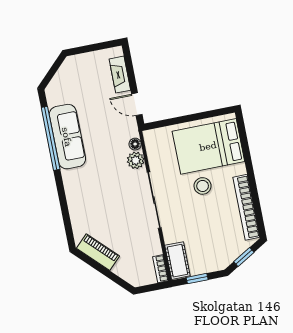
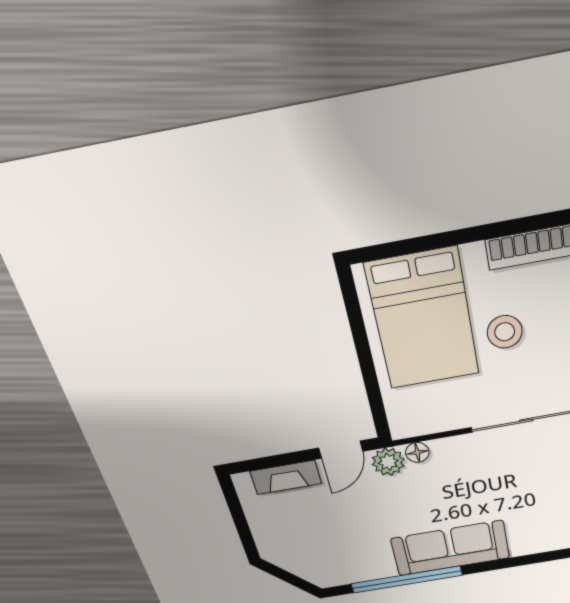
sofa: (67, 137) -> (450, 548), moved
plant: (136, 160) -> (388, 462), moved

